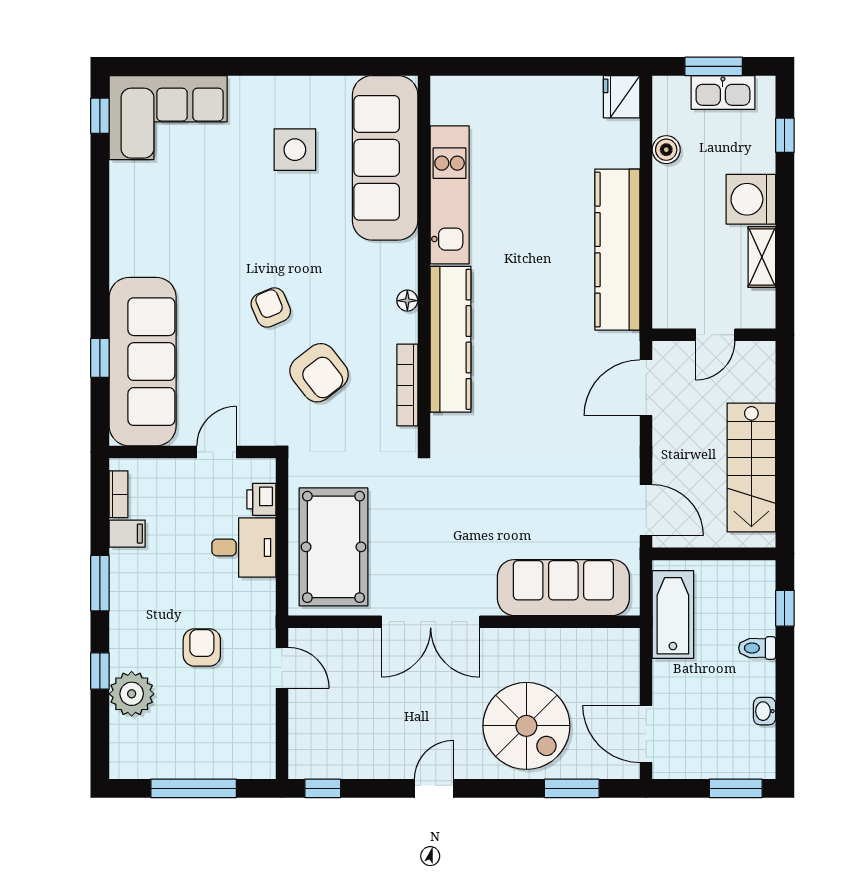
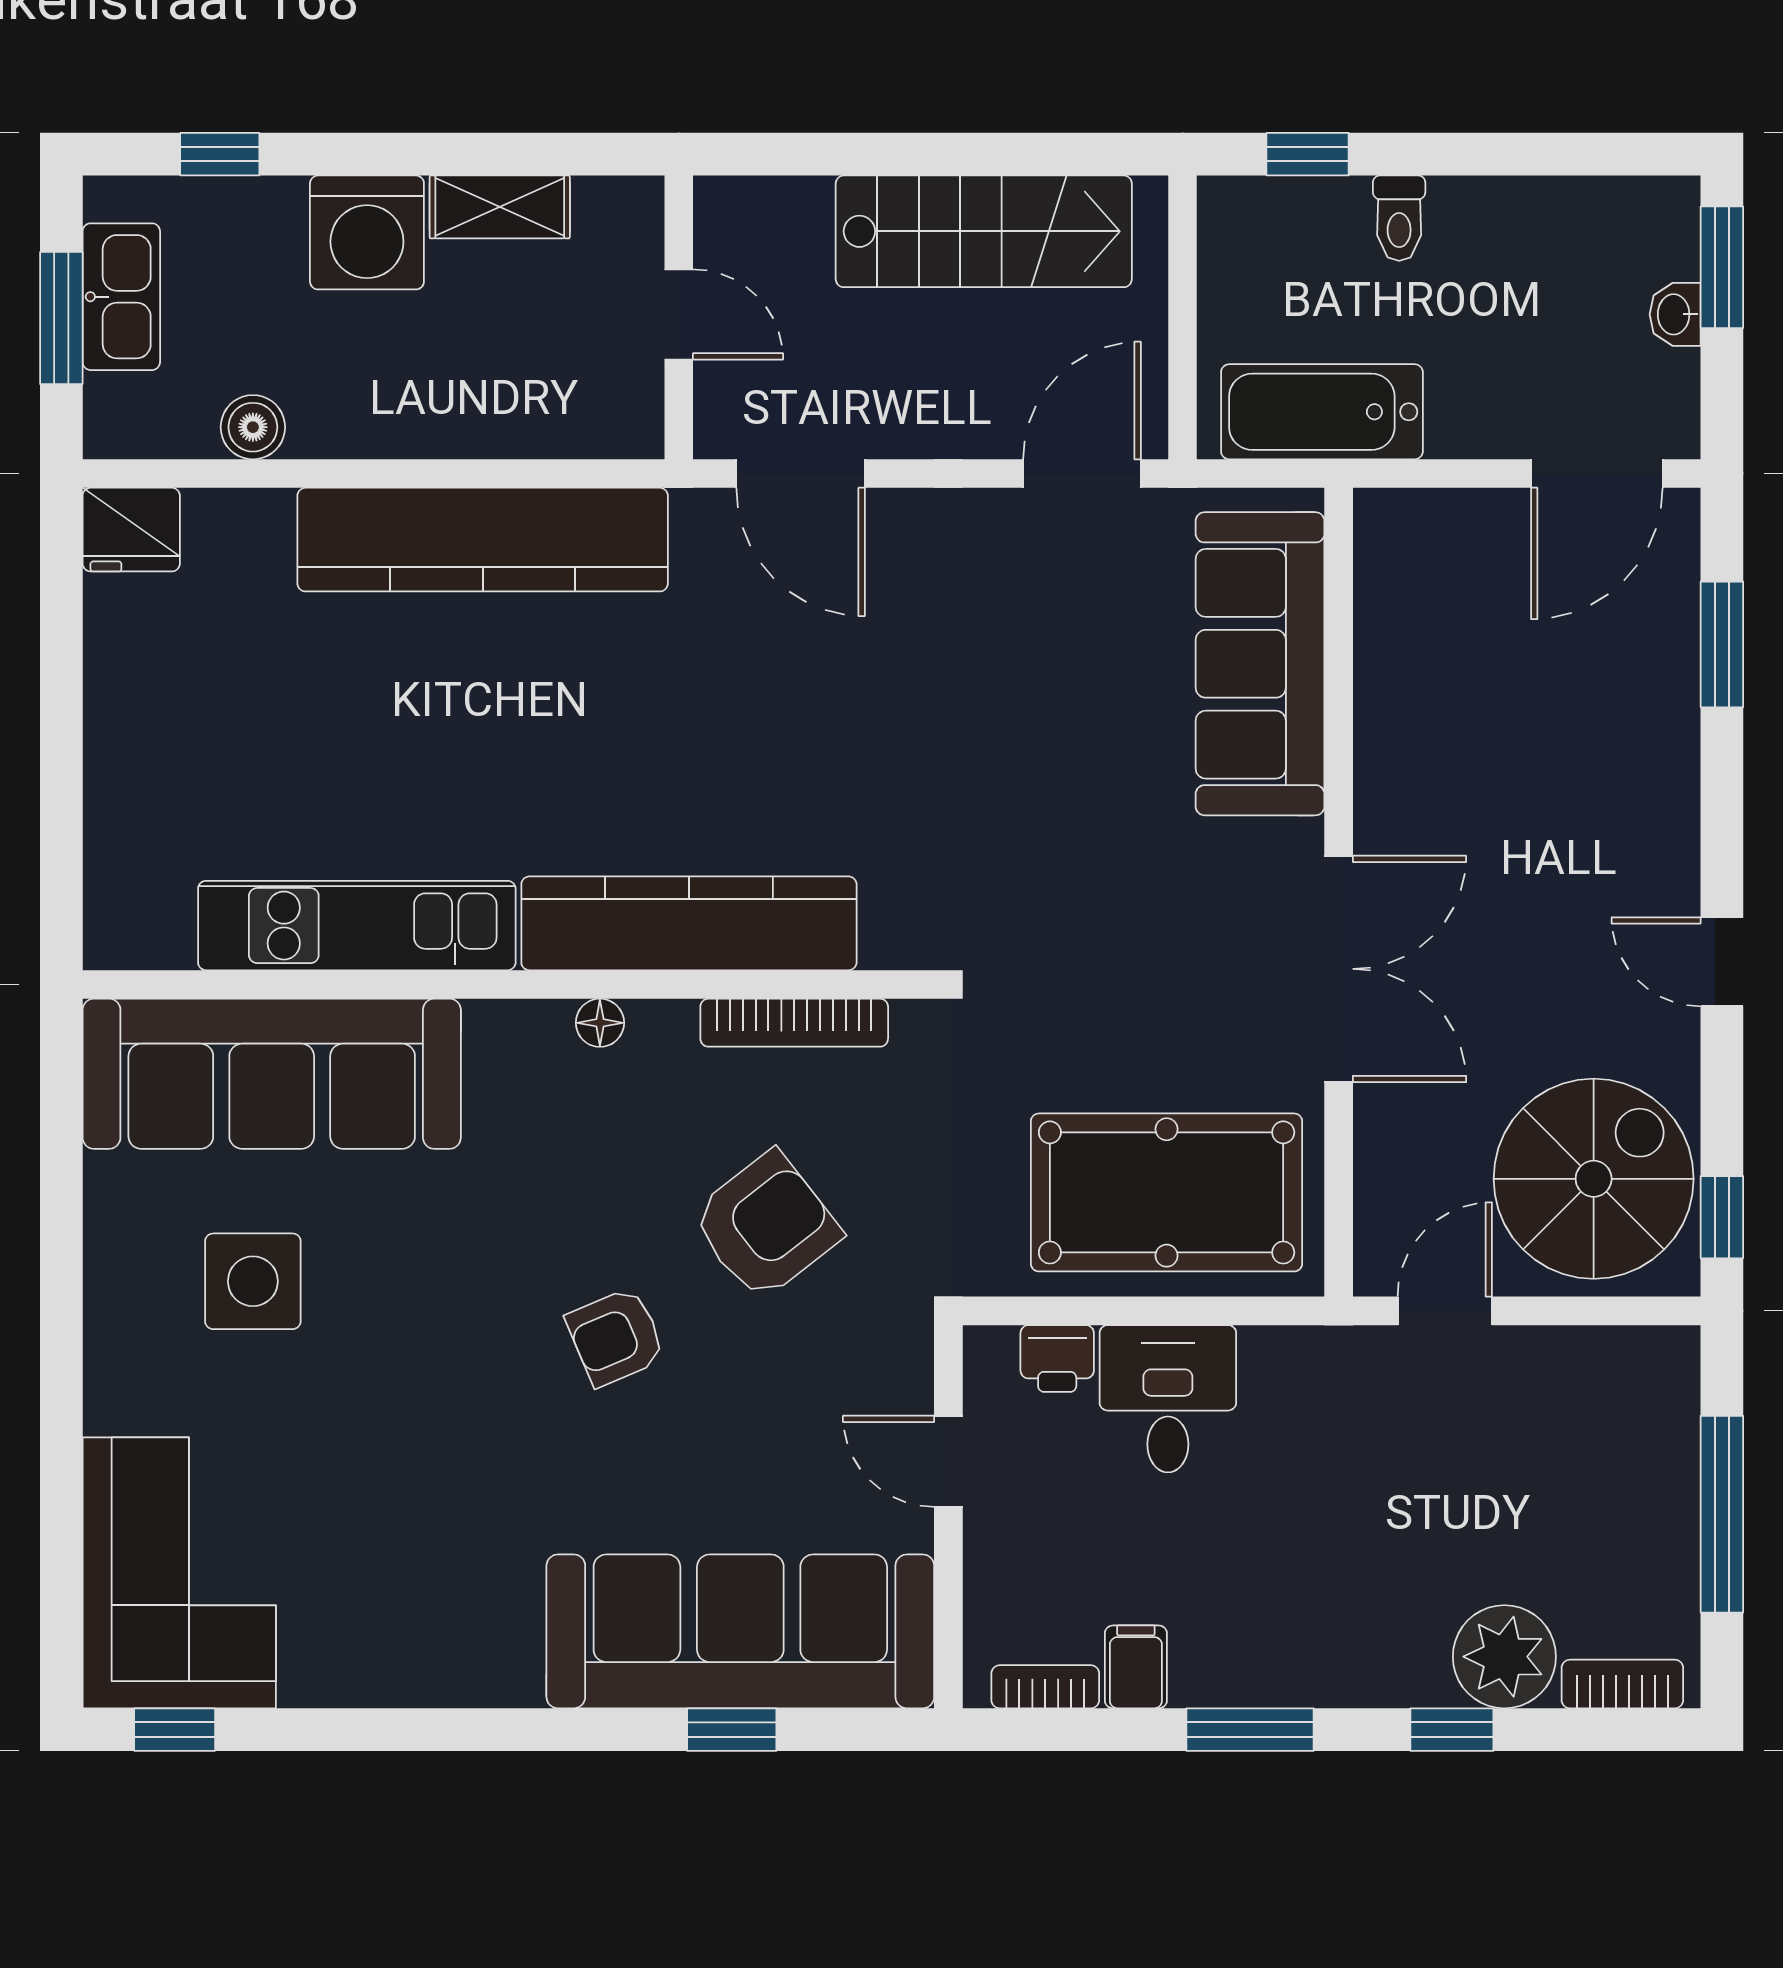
armchair: (202, 647) -> (1398, 1495), removed
washbasin: (765, 711) -> (1675, 314), moved, turned 90
spiral stairs: (526, 726) -> (1594, 1179), moved
bookcase: (120, 745) -> (1622, 1684), added

